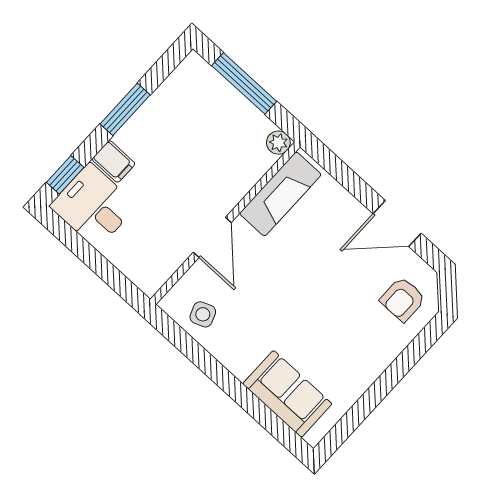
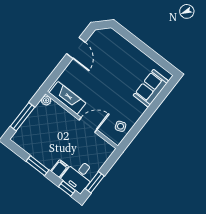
window: (75, 242) -> (95, 182), added
armchair: (403, 299) -> (107, 43), removed

